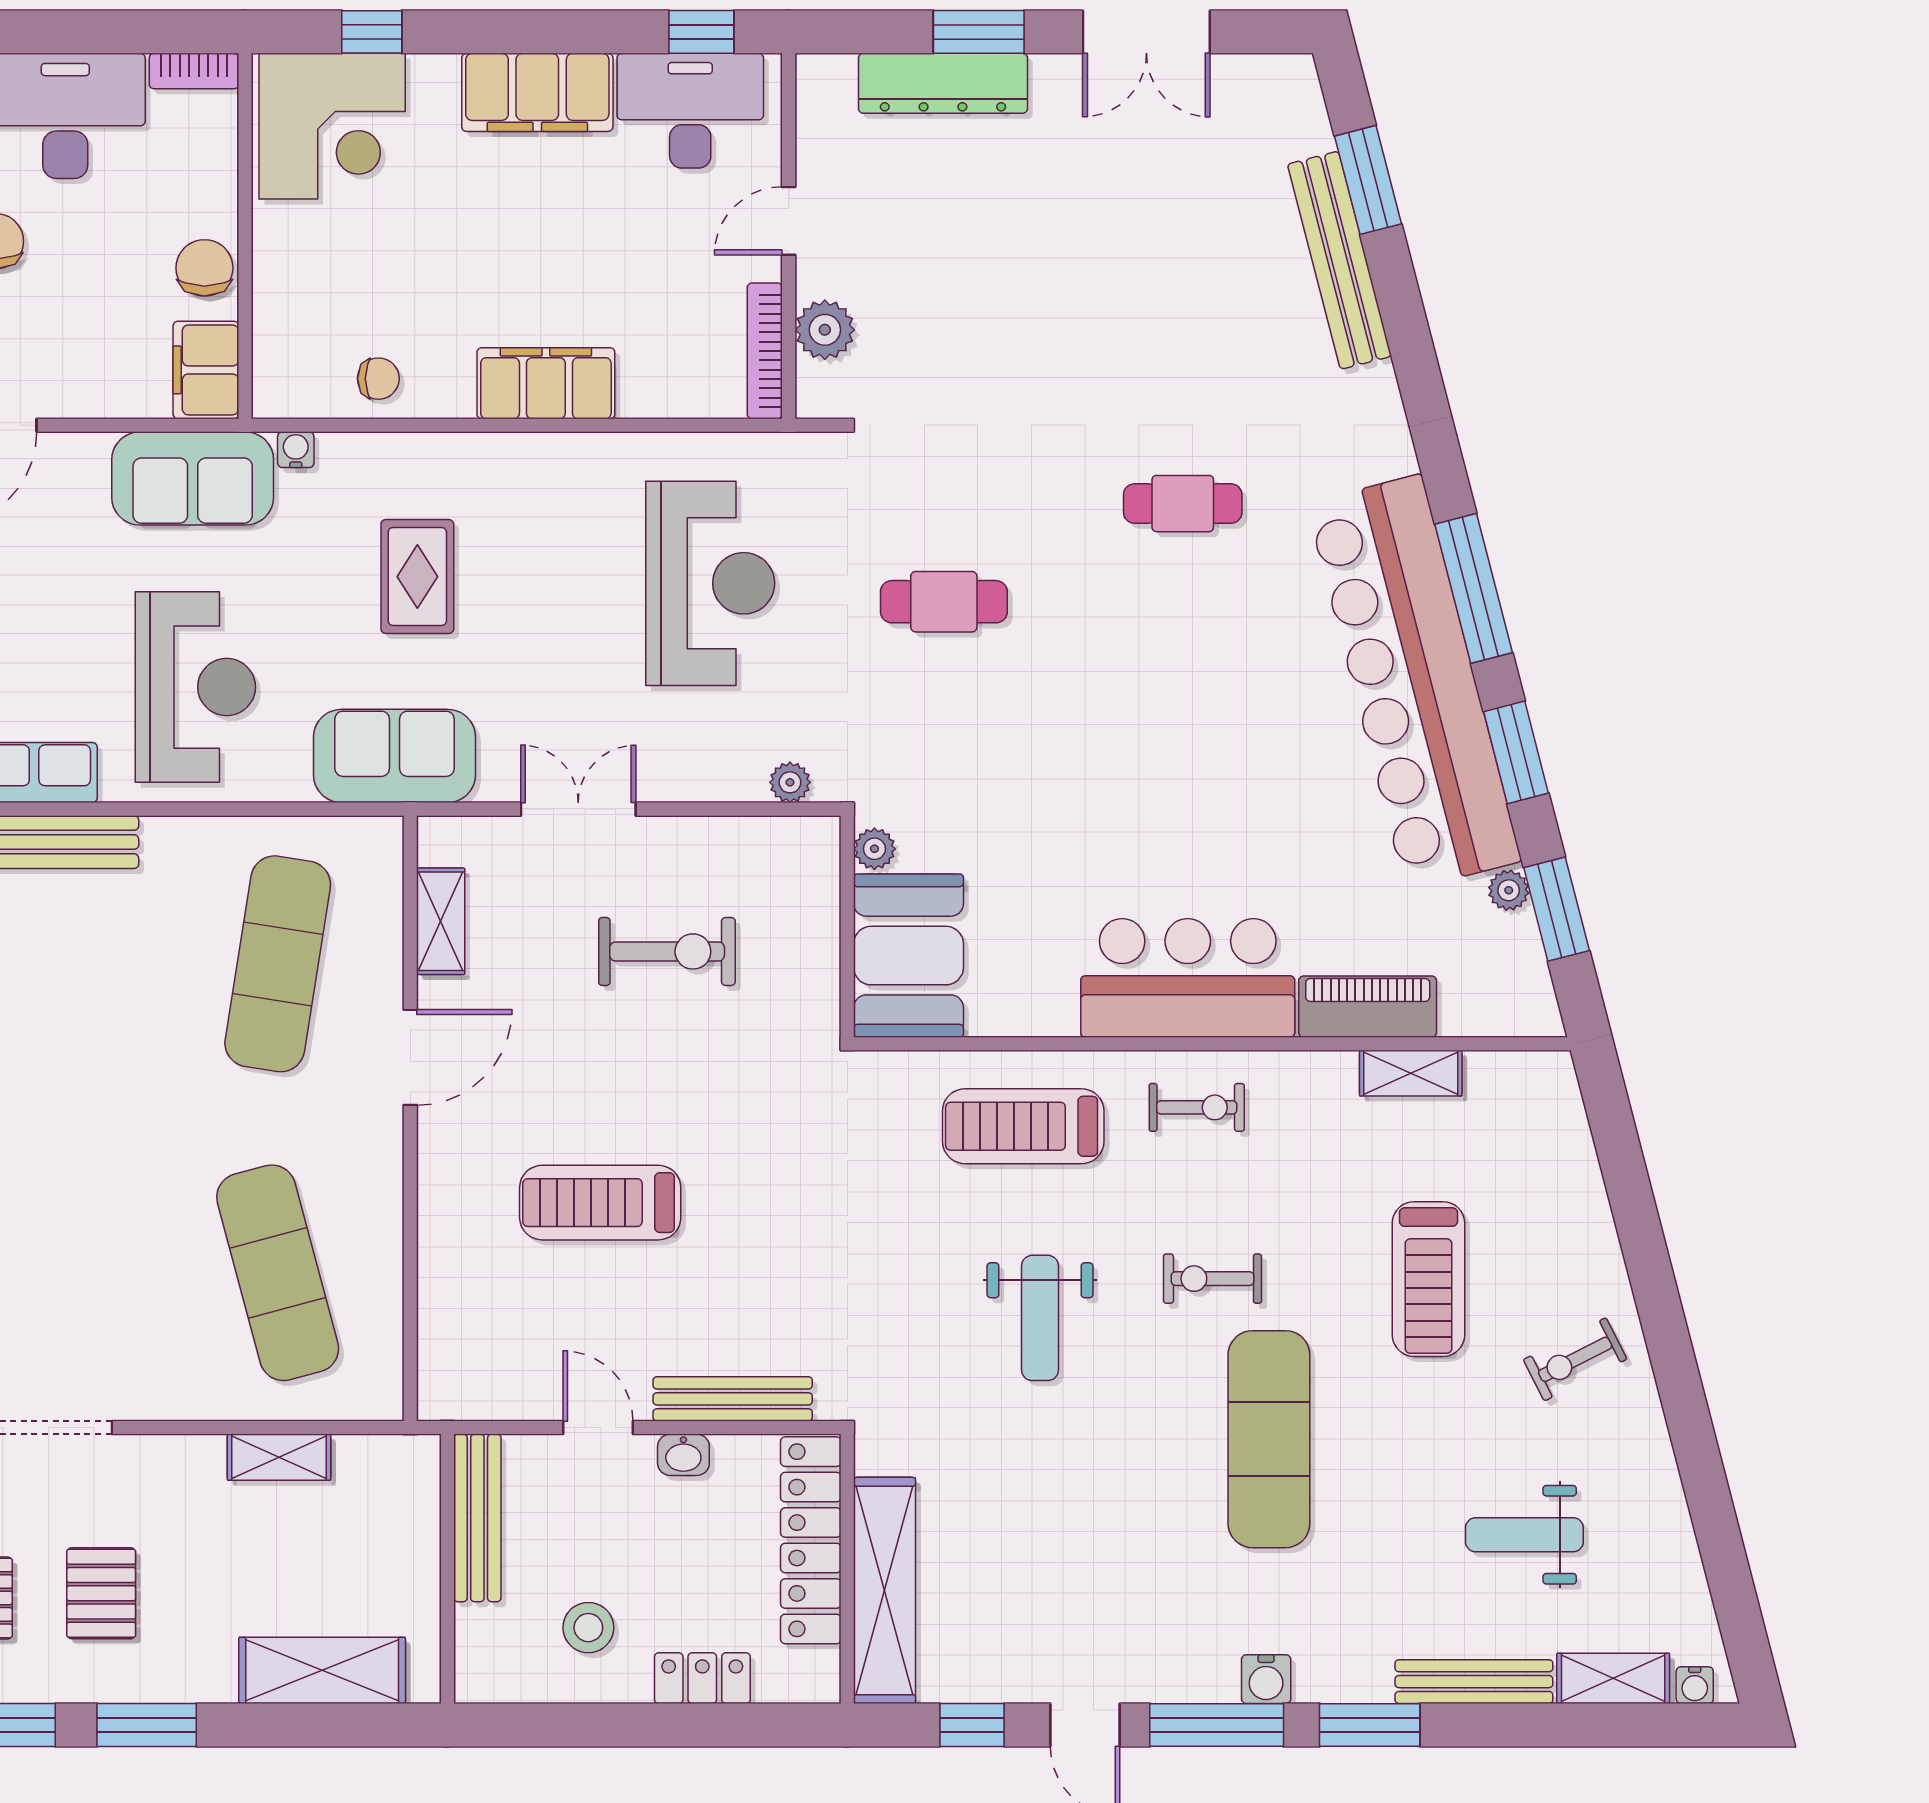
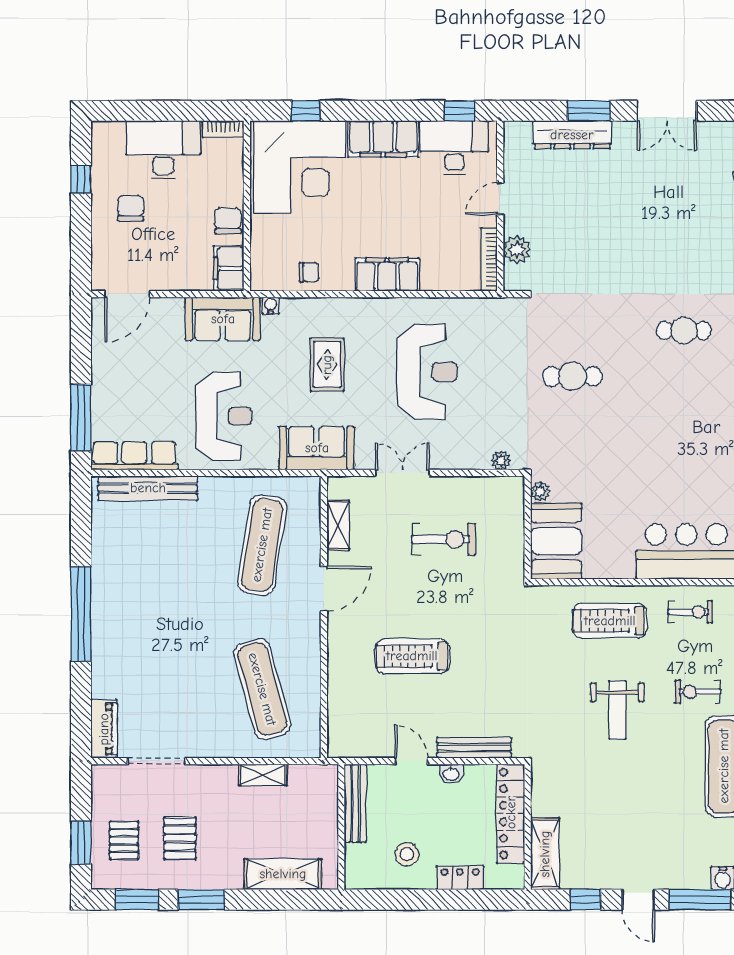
corner desk: (332, 126) -> (300, 167), width x1.36, depth x1.36
reception desk: (710, 583) -> (427, 372), moved
shelving: (885, 1590) -> (545, 854), width x0.68

